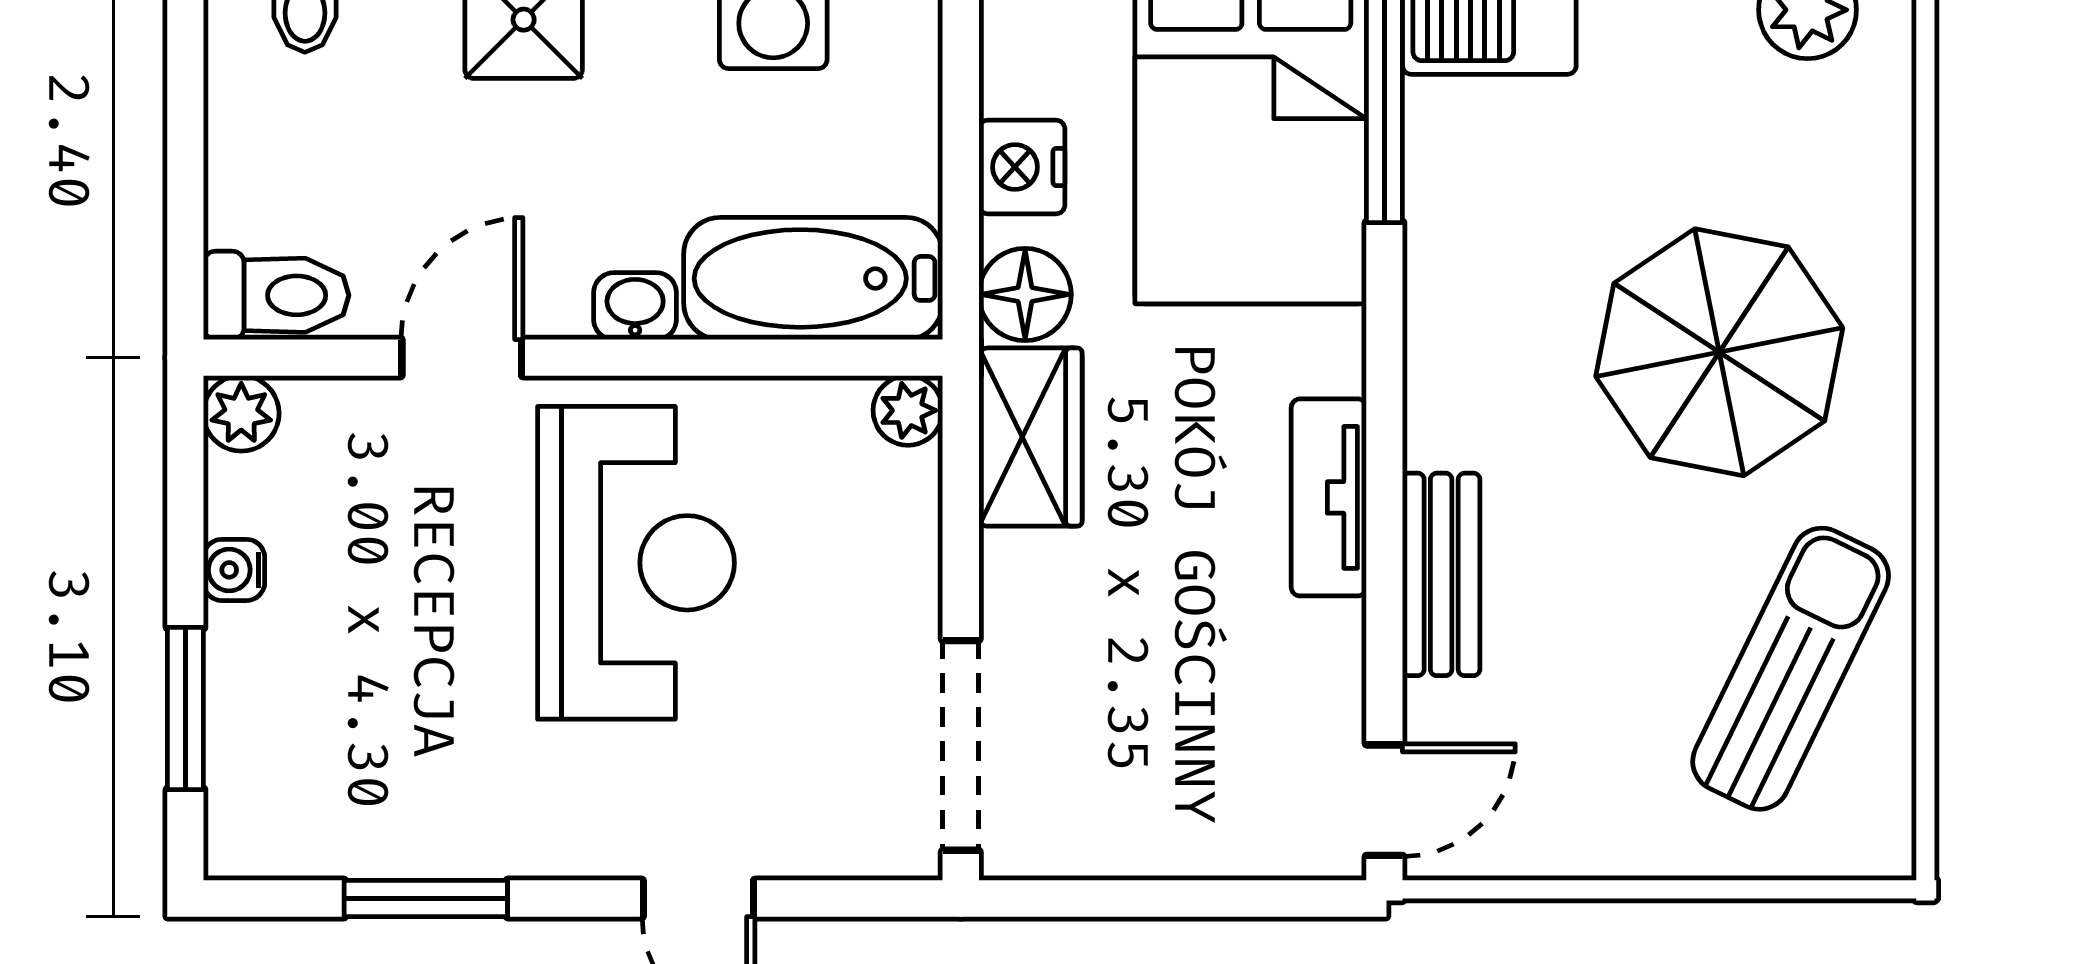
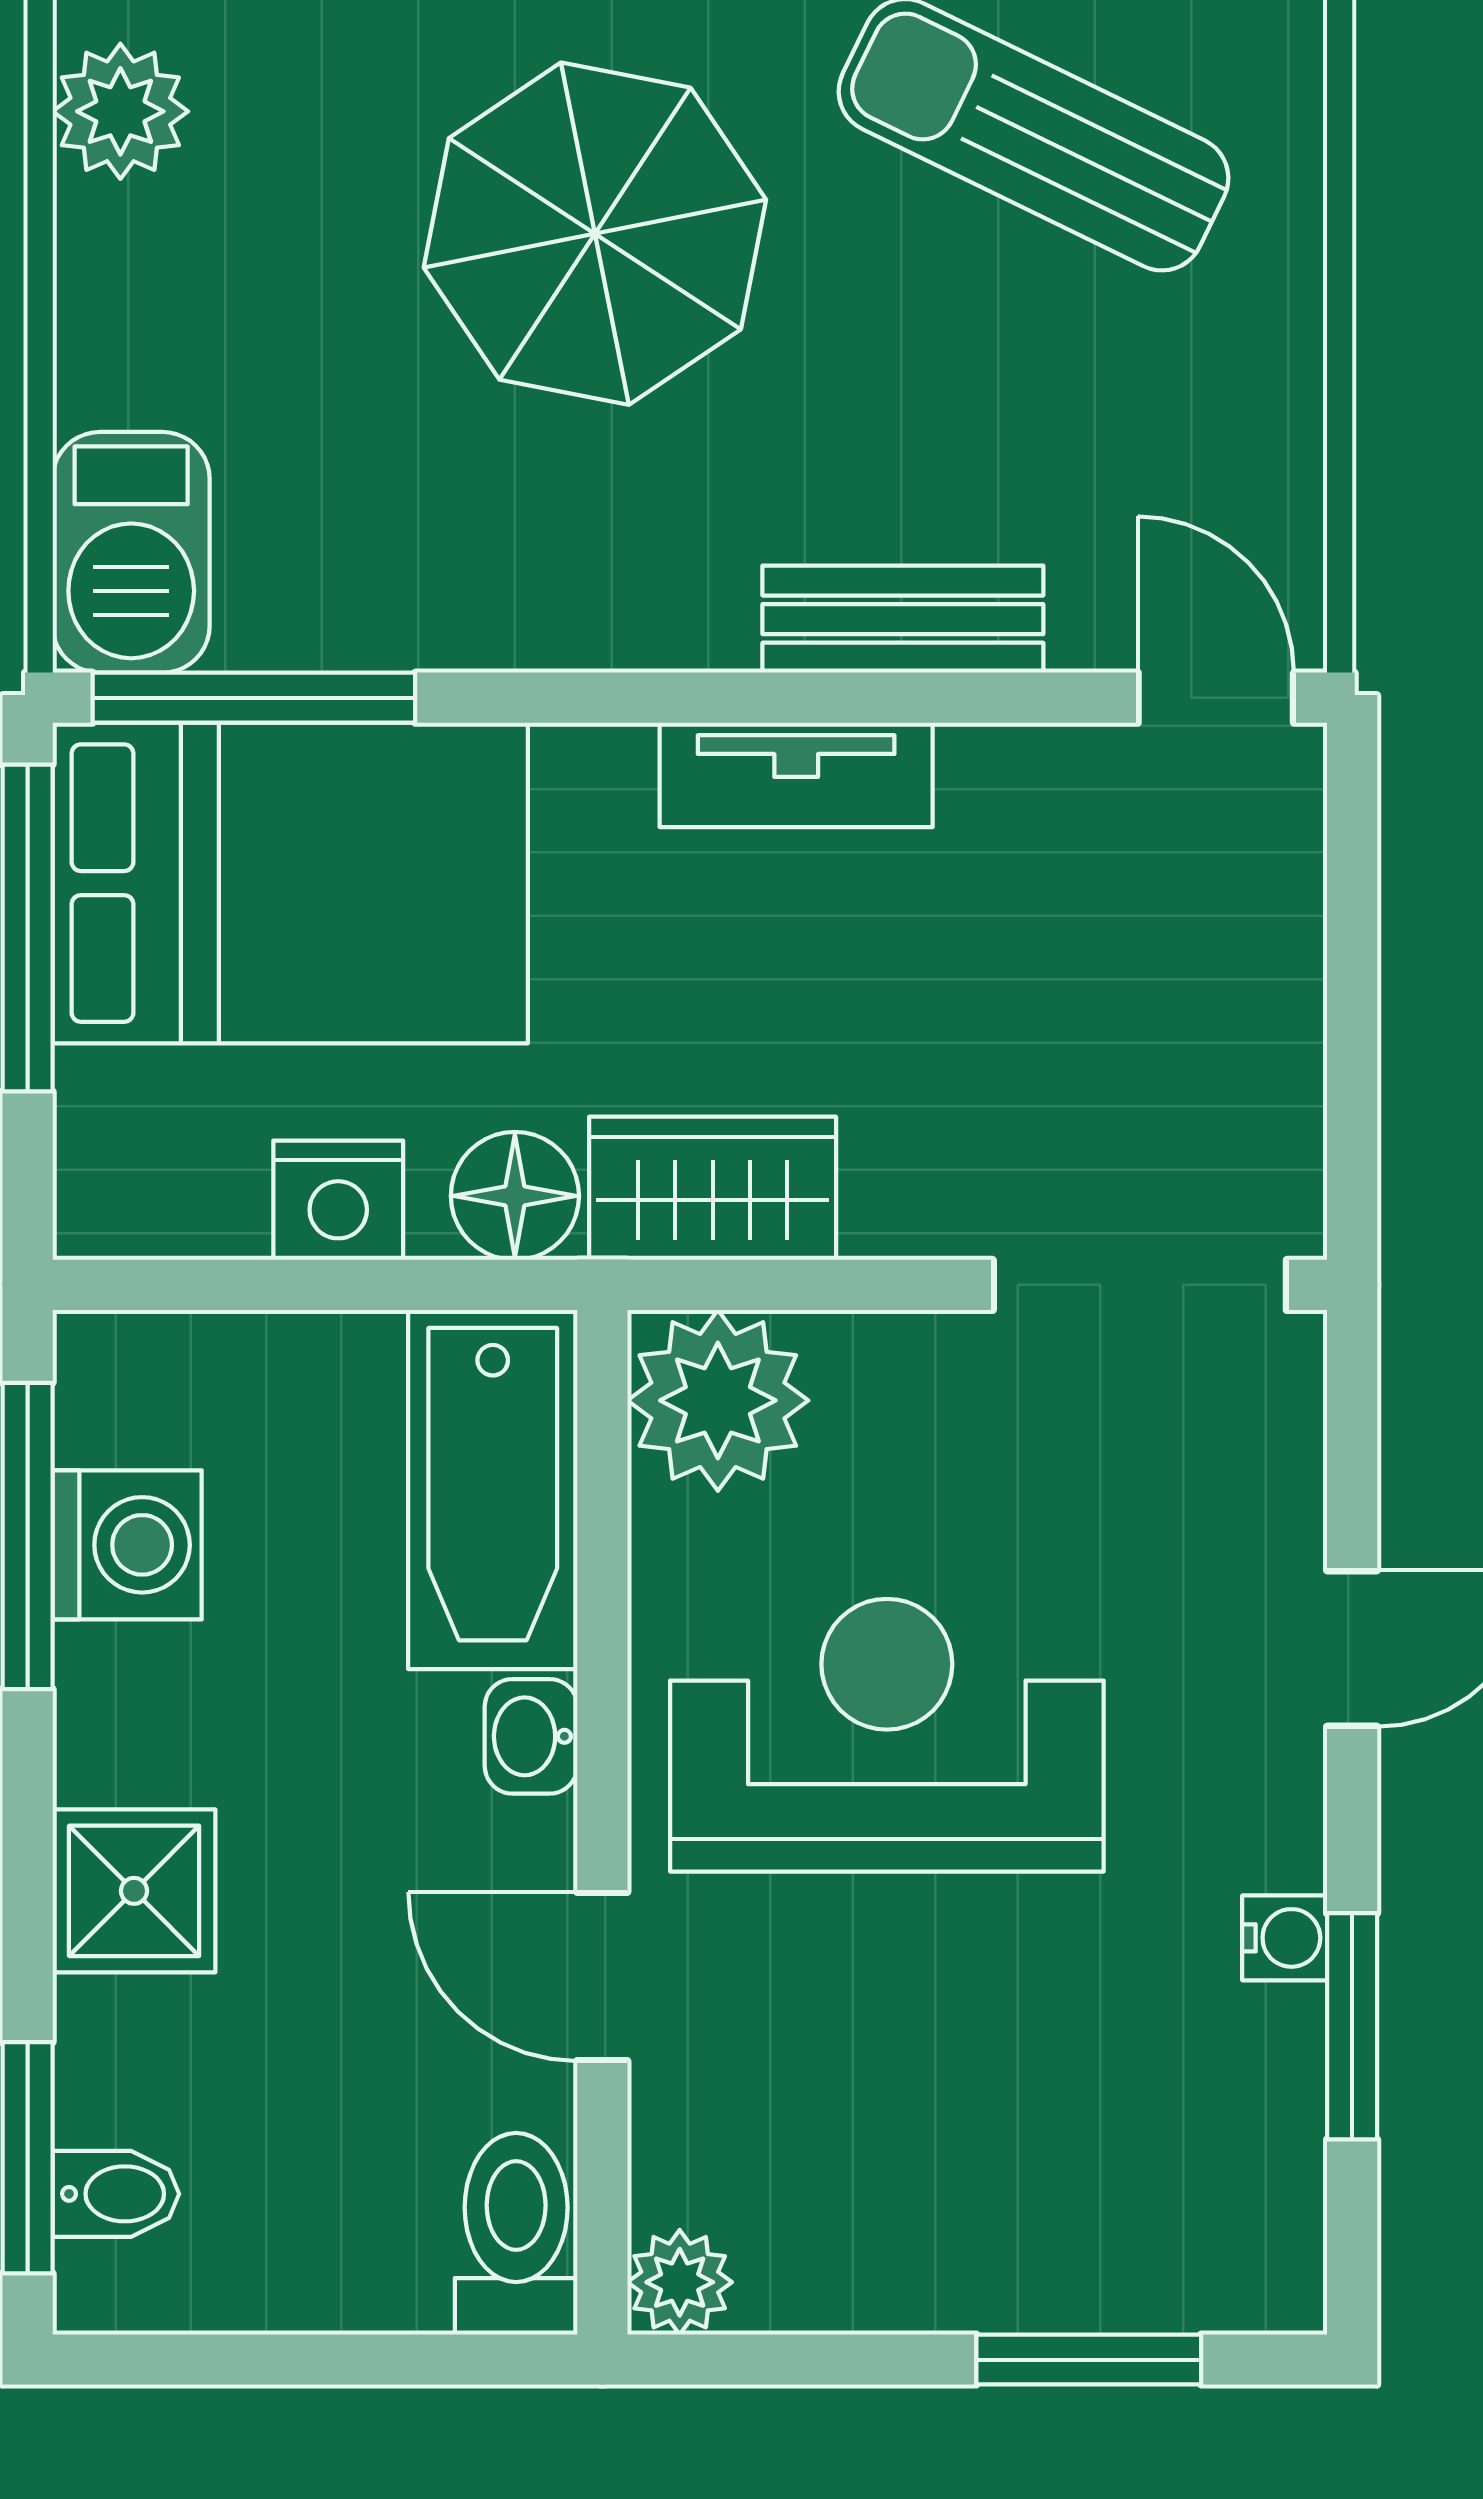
plant: (908, 410) -> (718, 1400), width x1.88, depth x1.88
water cooler: (234, 570) -> (1285, 1938), moved, turned -90

